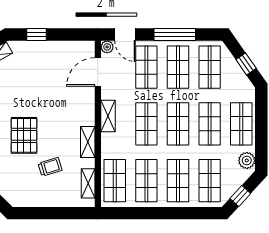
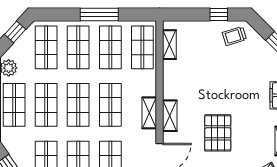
pallet: (24, 135) -> (218, 133), moved
shelving: (88, 142) -> (170, 116), moved
trolley: (50, 167) -> (234, 36), moved
window: (39, 213) -> (219, 14), added
window: (157, 213) -> (99, 14), added

